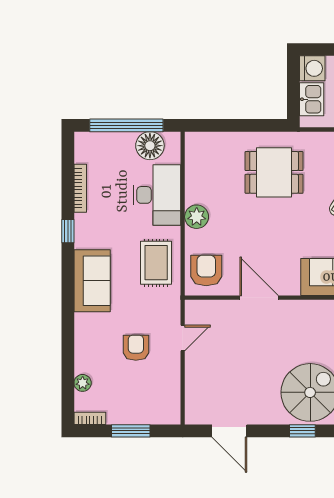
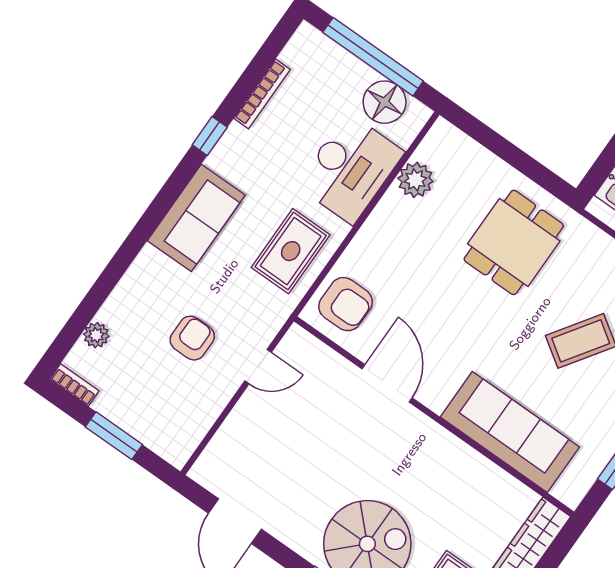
dining table: (274, 172) -> (514, 242), turned 90
plant: (197, 217) -> (415, 180), moved
armchair: (206, 270) -> (346, 304), turned 90

